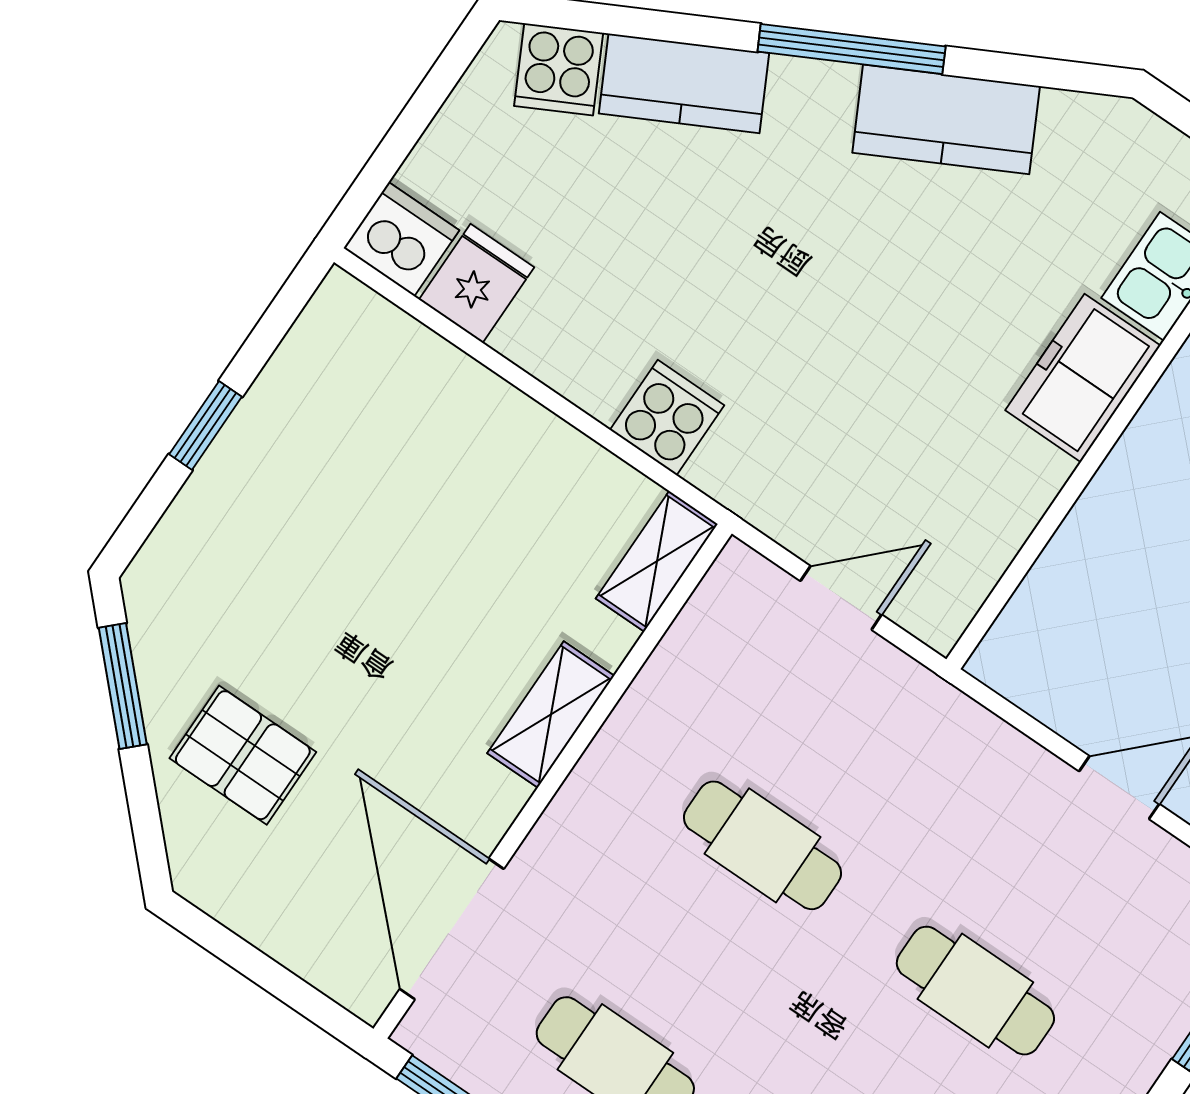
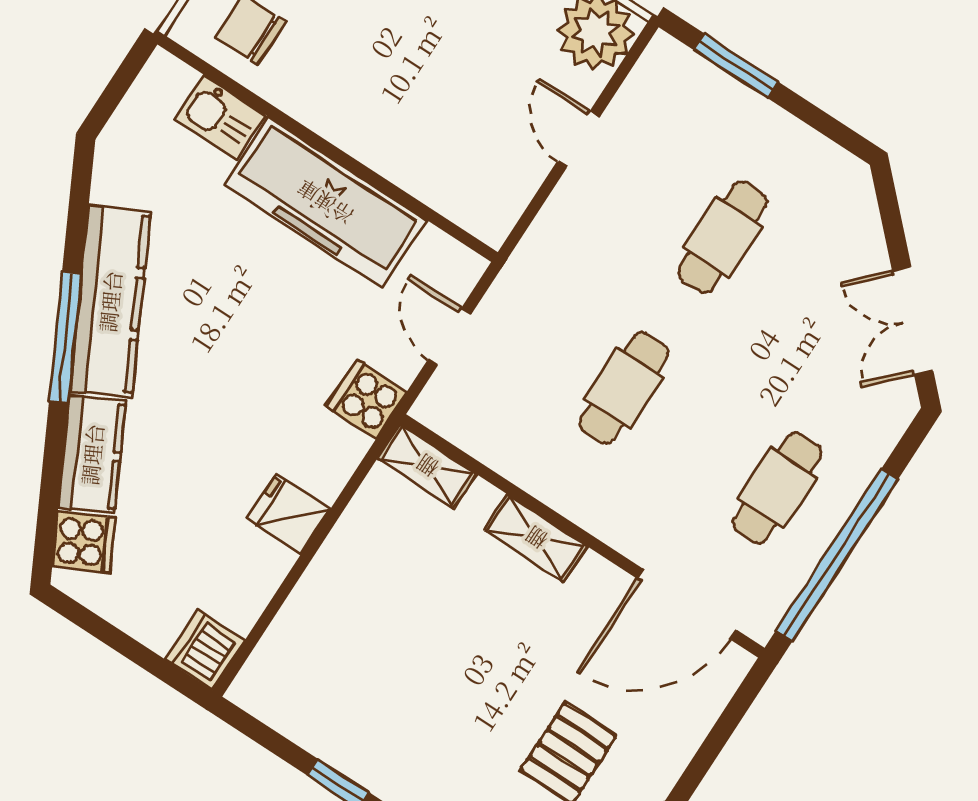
kitchen counter: (946, 119) -> (110, 301), width x1.50
fridge: (477, 283) -> (289, 514), moved
freezer: (1083, 378) -> (325, 202), width x1.91, depth x1.26
cooker: (667, 418) -> (367, 399), moved

